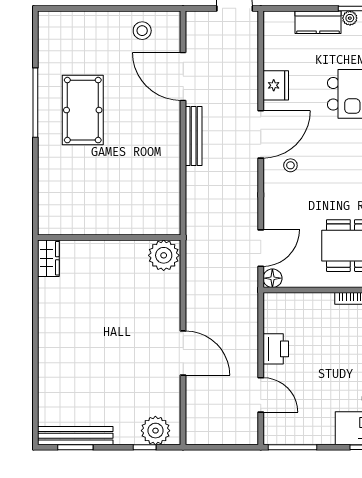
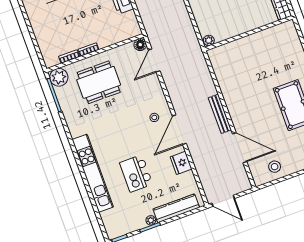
kitchen counter: (318, 22) -> (176, 208), width x1.50
plant: (164, 255) -> (209, 40), width x0.53, depth x0.53

